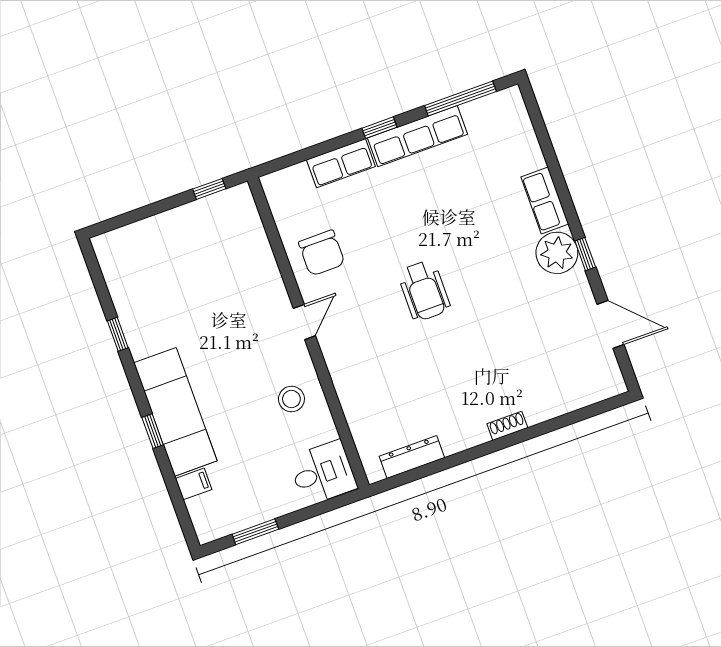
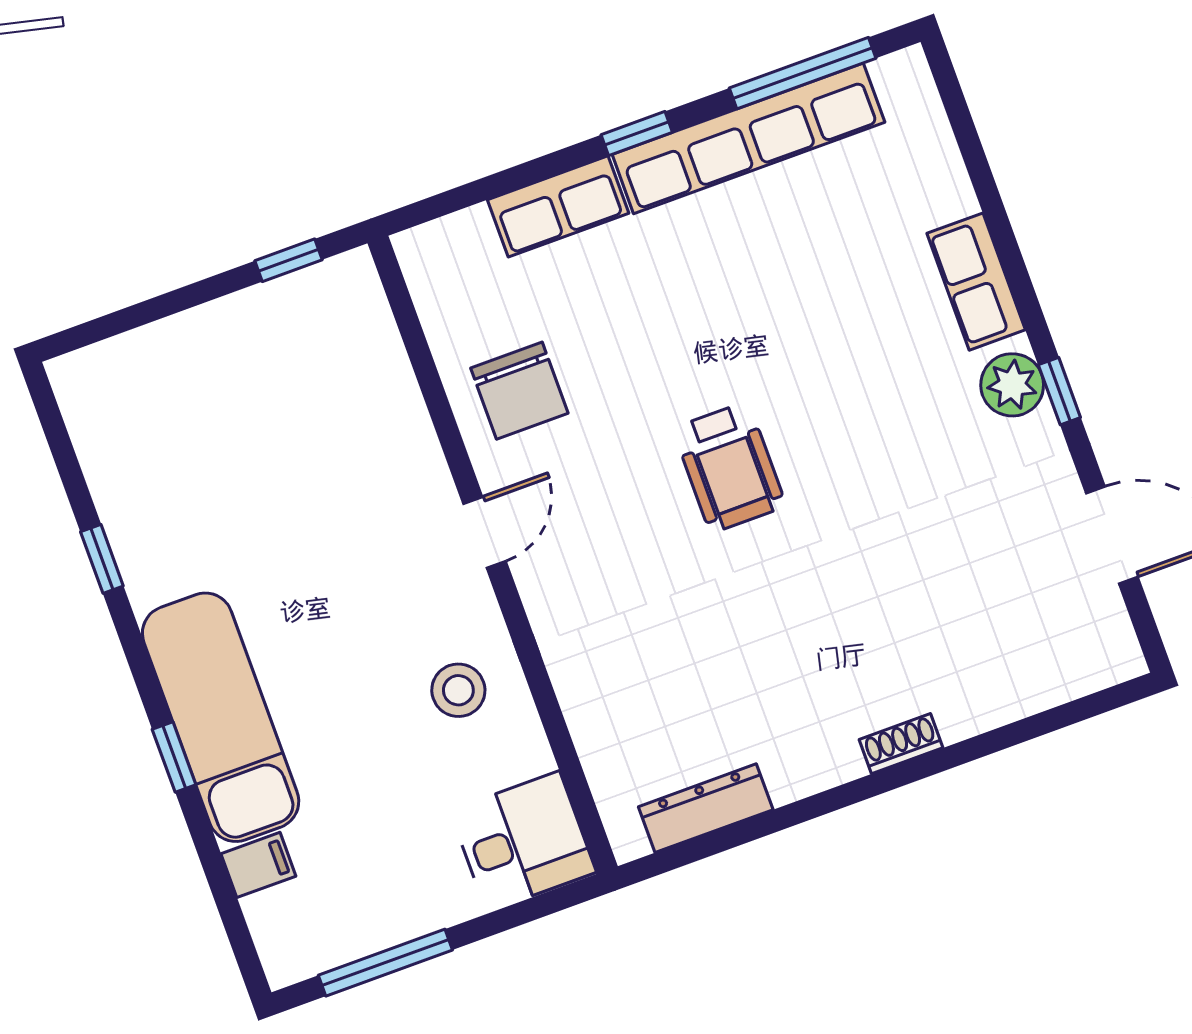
row of seats: (417, 136) -> (748, 138), width x1.36
plant: (557, 253) -> (1012, 385), width x0.73, depth x0.73
window: (255, 532) -> (385, 963), width x1.44

